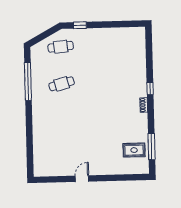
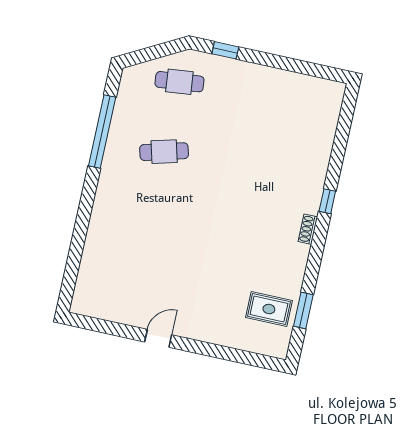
window: (152, 147) -> (303, 310), width x0.69

